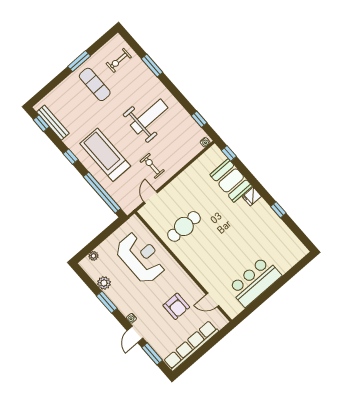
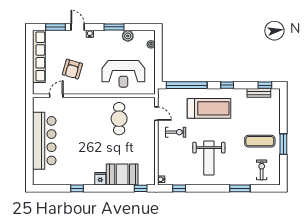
bench: (53, 123) -> (259, 93), width x0.73
bar counter: (255, 282) -> (44, 141), width x1.36
armchair: (176, 306) -> (72, 69), turned -74

